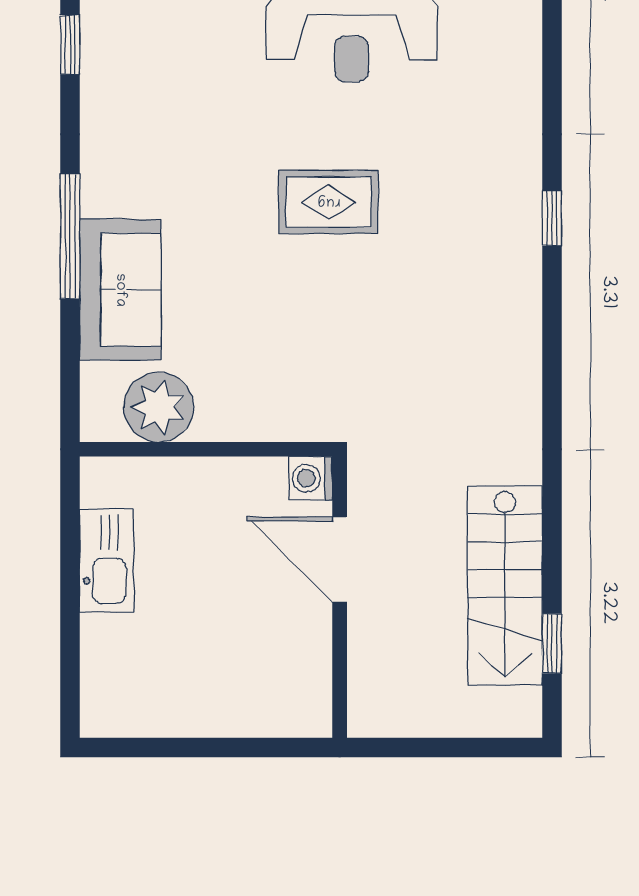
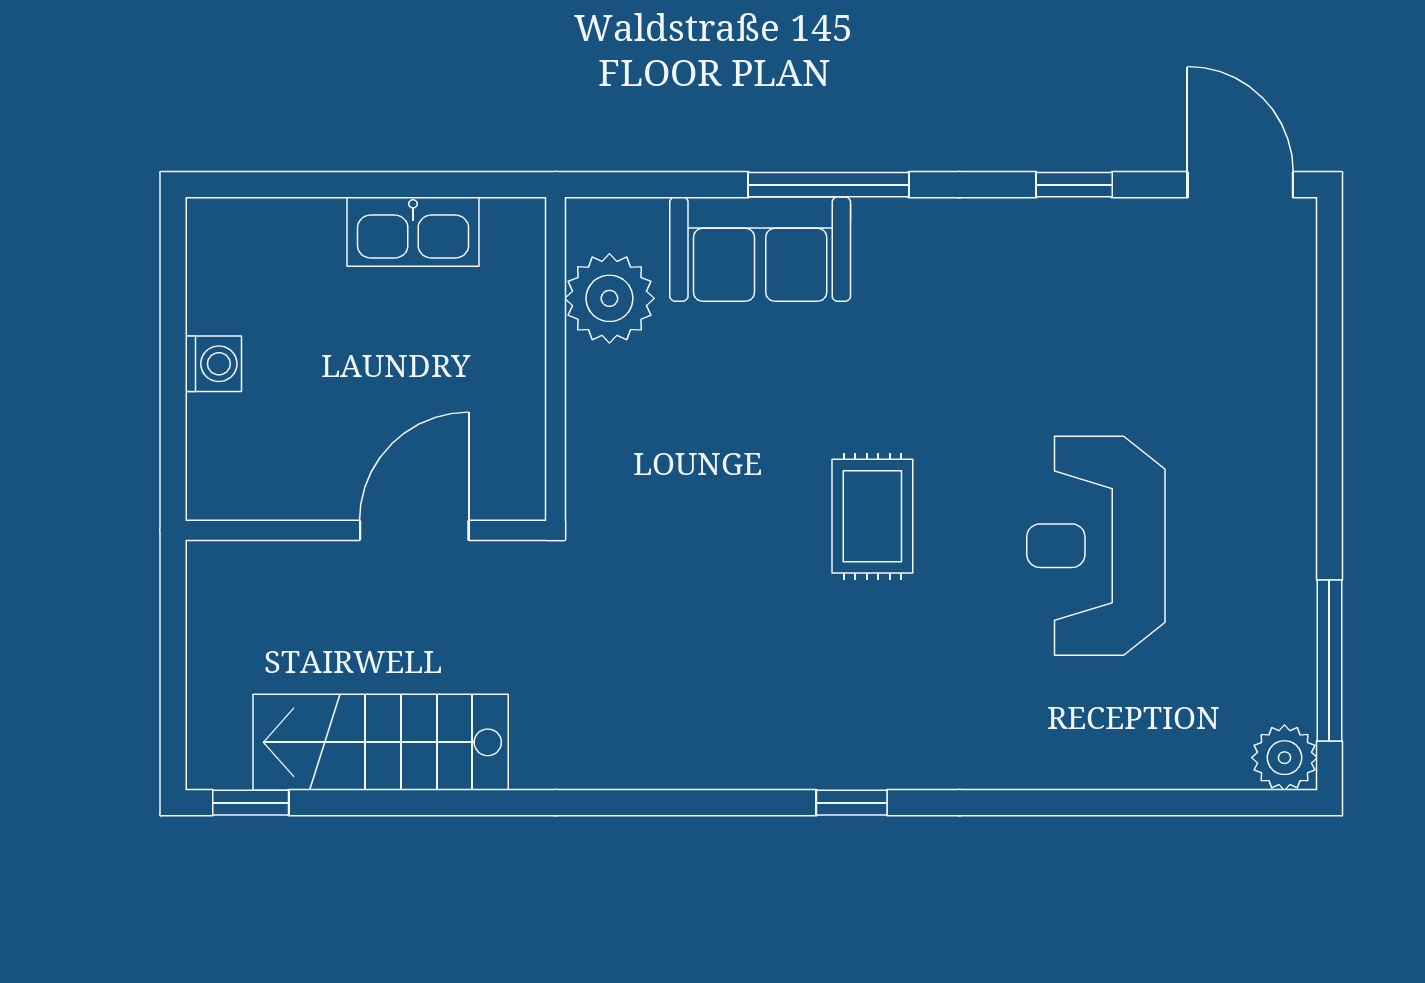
washing machine: (311, 478) -> (213, 364), moved, turned 90
window: (552, 644) -> (251, 803), moved

